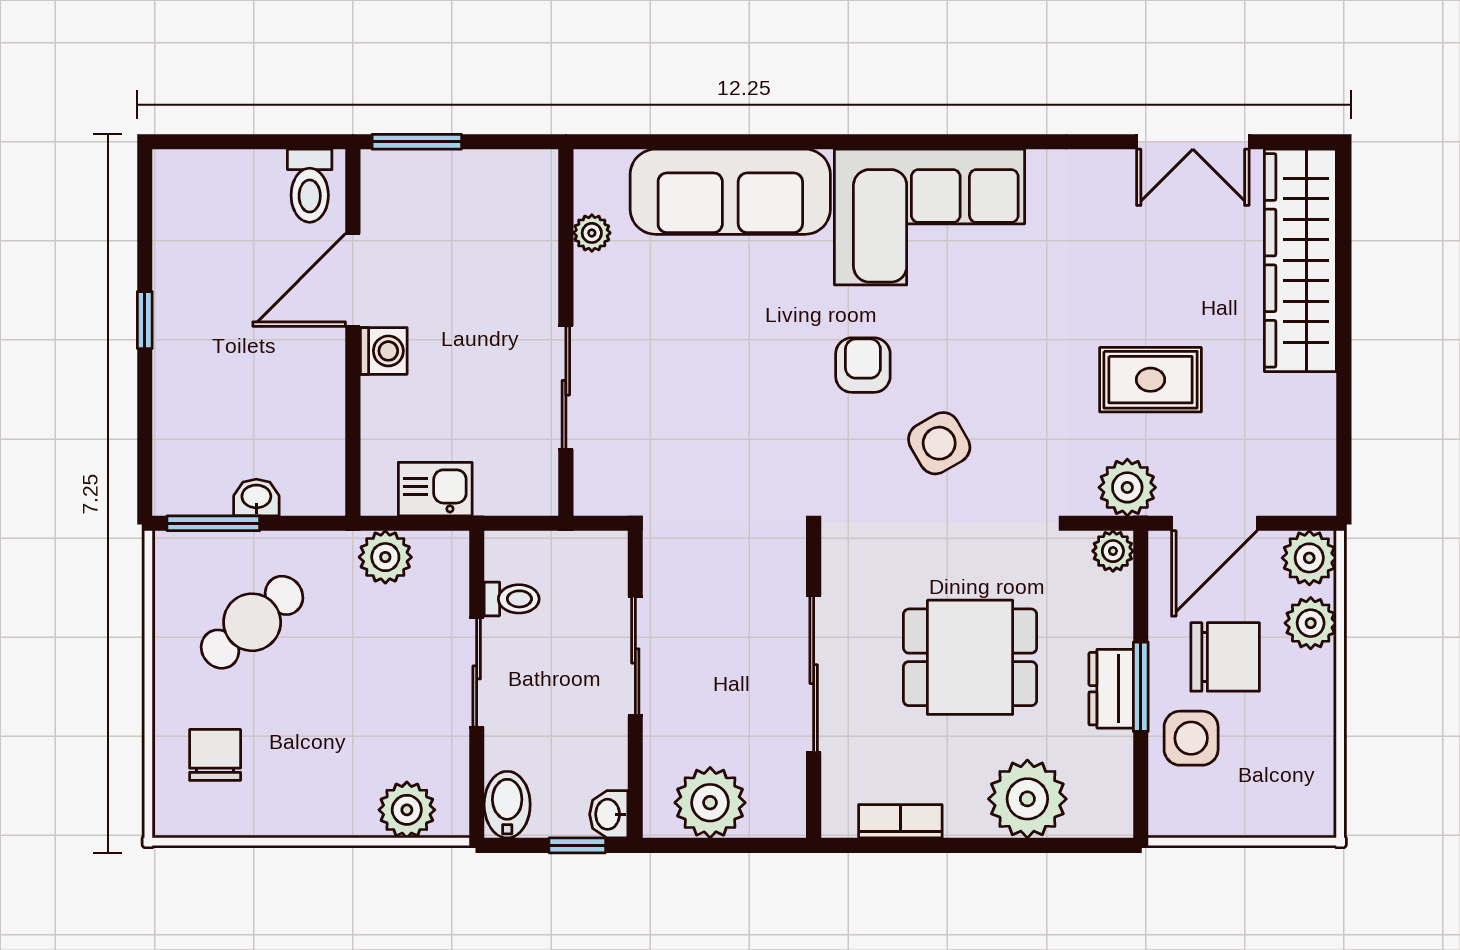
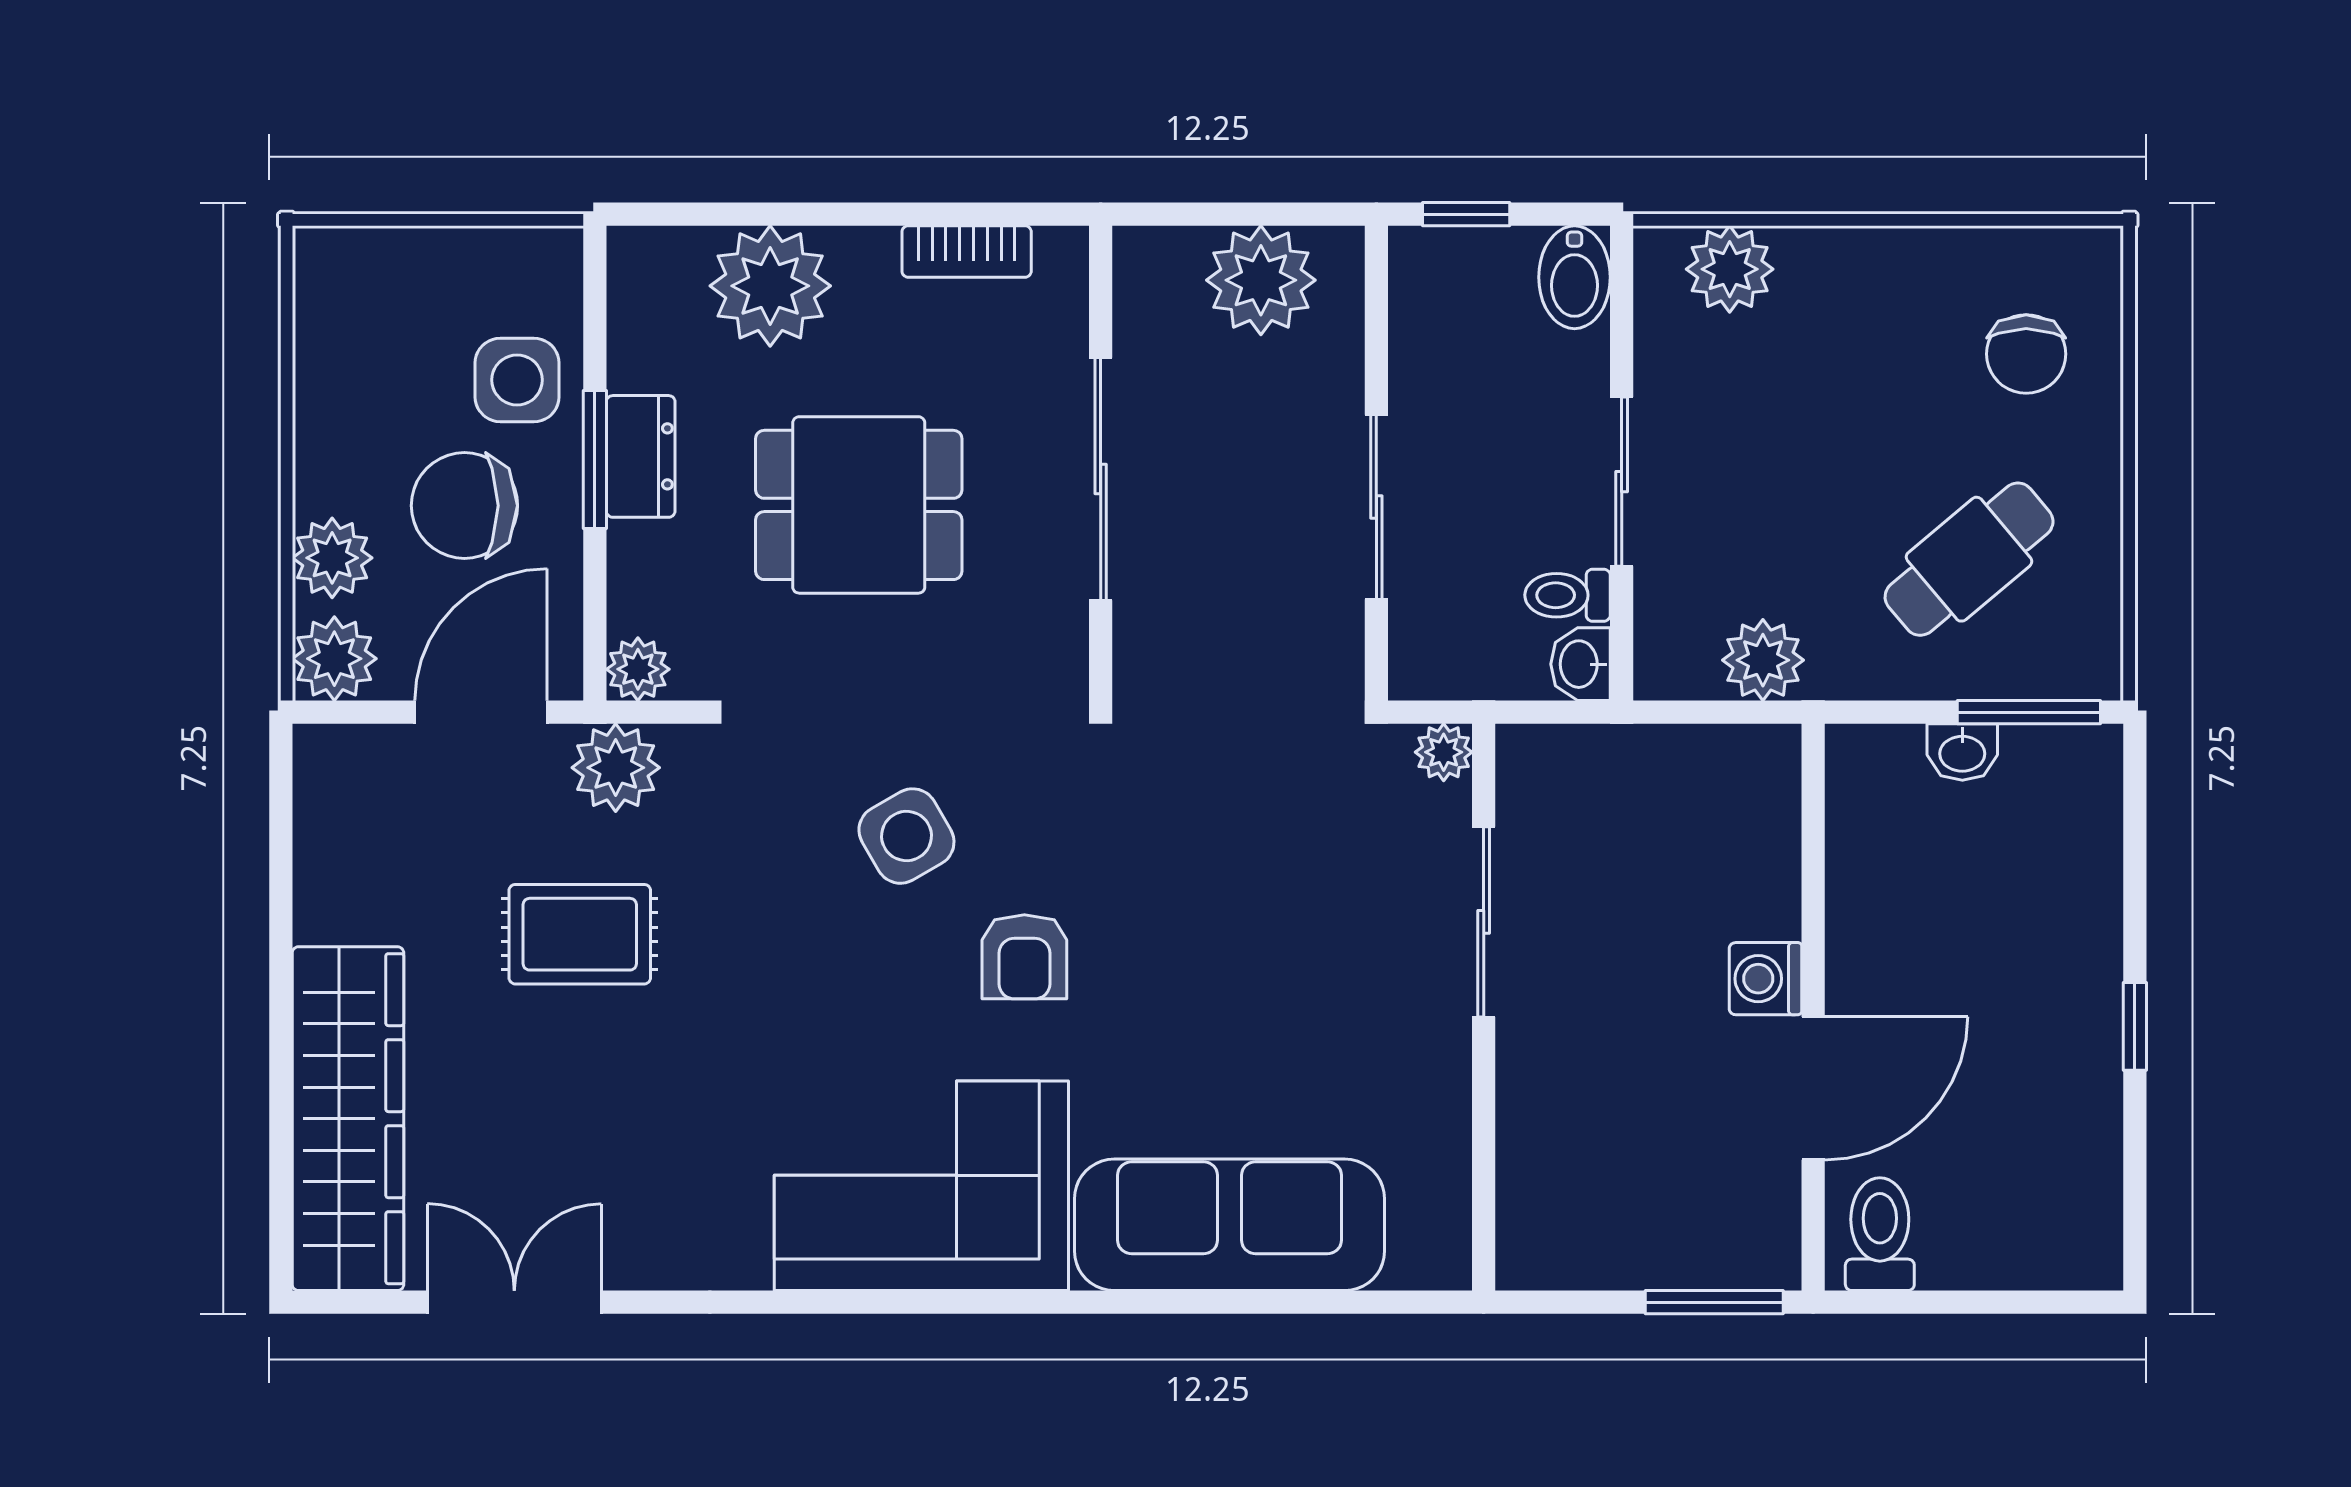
plant: (592, 233) -> (1444, 752), moved
kitchen sink: (435, 489) -> (1686, 765), removed
washbasin: (609, 814) -> (1581, 664), moved, turned 180

